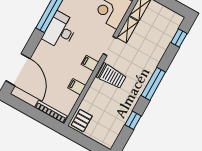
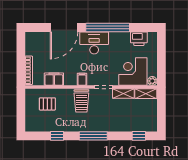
door: (18, 70) -> (64, 28), moved
filing cabinet: (77, 87) -> (54, 79), width x2.00
pallet: (82, 121) -> (47, 104), moved

